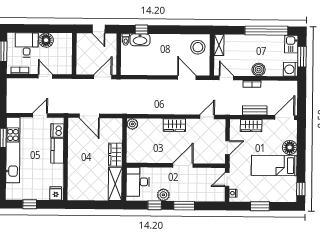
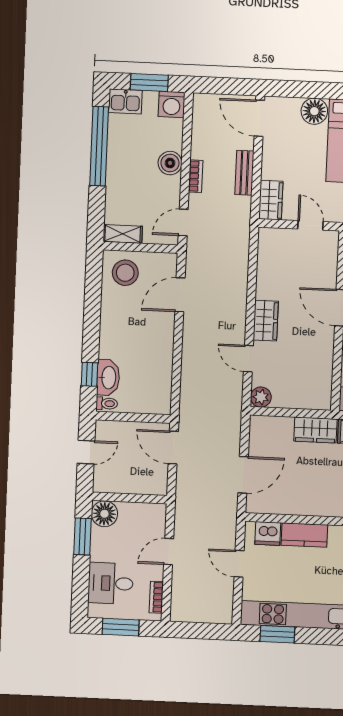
window: (52, 29) -> (83, 536), added
floor lamp: (46, 40) -> (104, 514), moved
door: (207, 117) -> (248, 359), moved
wardrobe: (251, 126) -> (271, 200), moved

